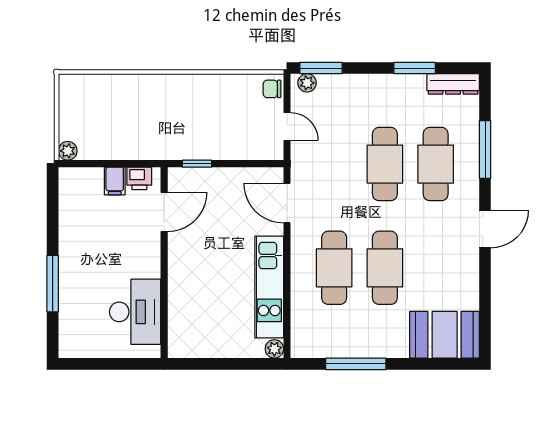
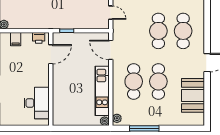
window: (485, 150) -> (207, 24), removed
filing cabinet: (115, 181) -> (16, 39), moved
booth: (445, 335) -> (193, 95), moved, turned 90
plant: (300, 343) -> (117, 118), added

